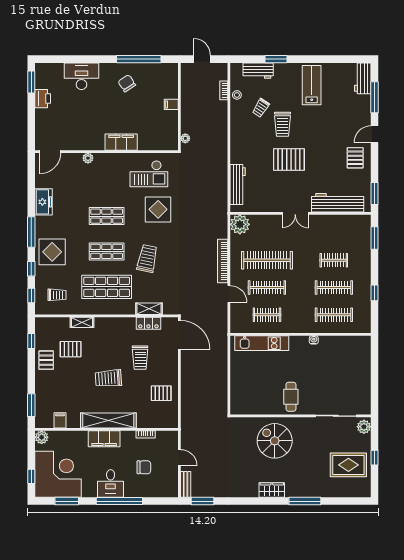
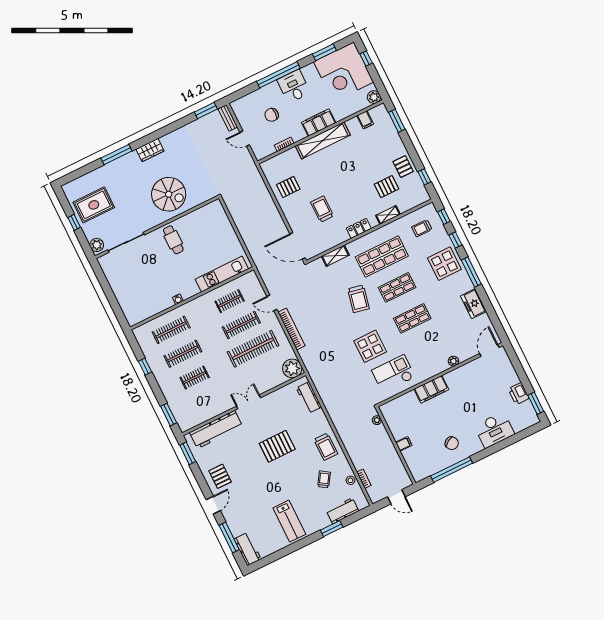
trolley: (283, 124) -> (326, 447), moved, turned 180
workbench: (238, 185) -> (309, 398), width x0.73
locker: (148, 323) -> (359, 228), moved
trolley: (108, 378) -> (341, 177), removed

